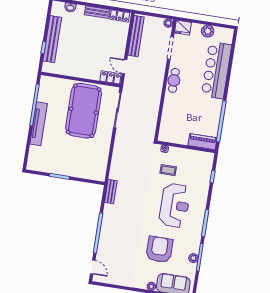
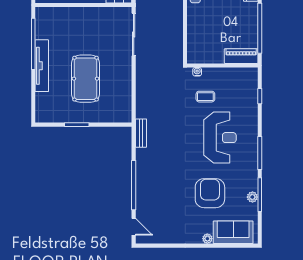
pool table: (84, 111) -> (85, 79), moved, width x0.73, depth x0.76

